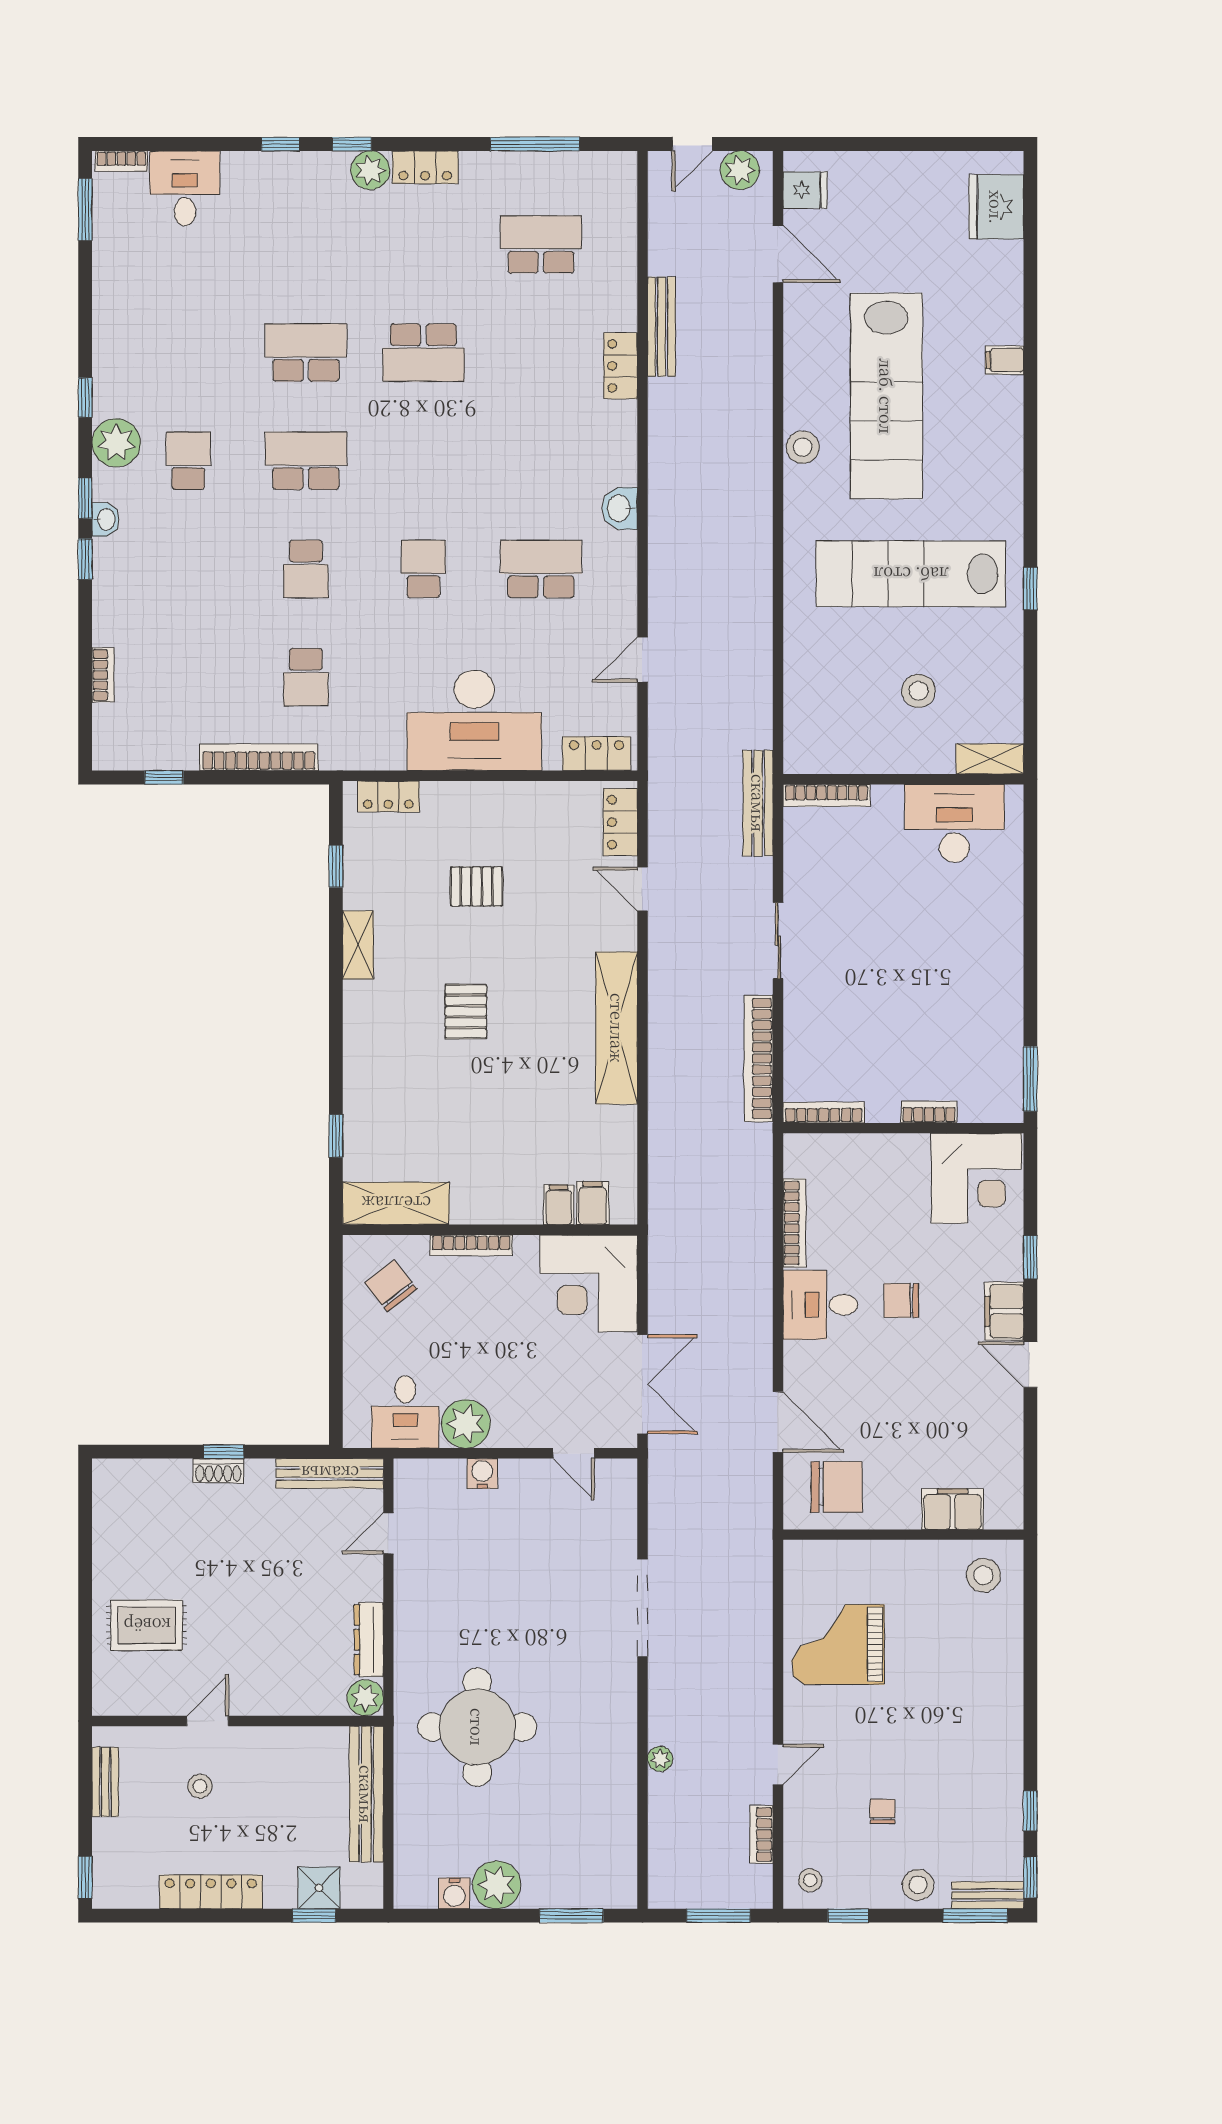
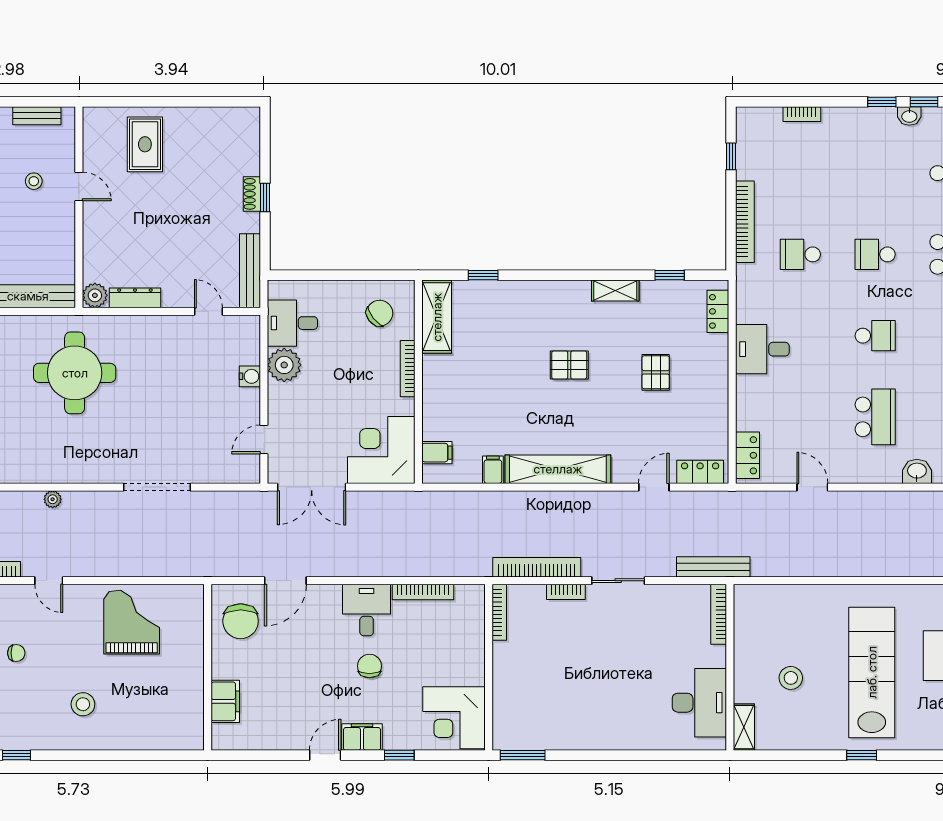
desk: (474, 720) -> (762, 349), width x0.53, depth x0.77
bookcase: (929, 1112) -> (566, 592), moved, turned 90
filing cabinet: (559, 1205) -> (493, 470), moved, turned -90
stool: (983, 1575) -> (83, 704), moved

